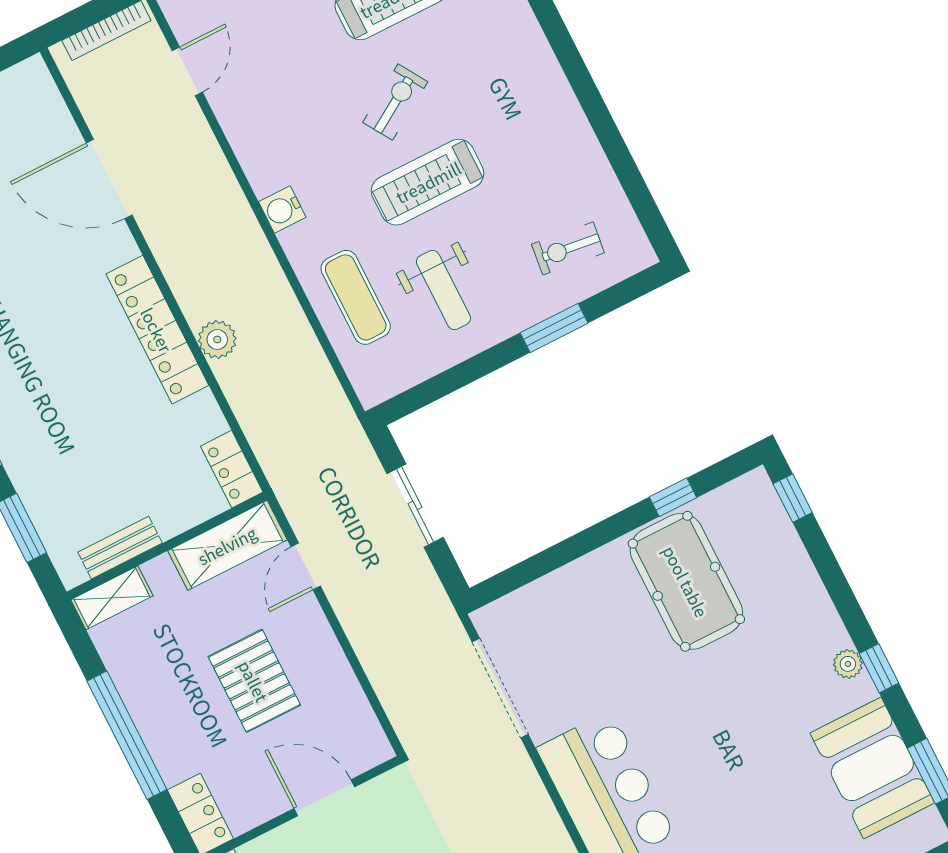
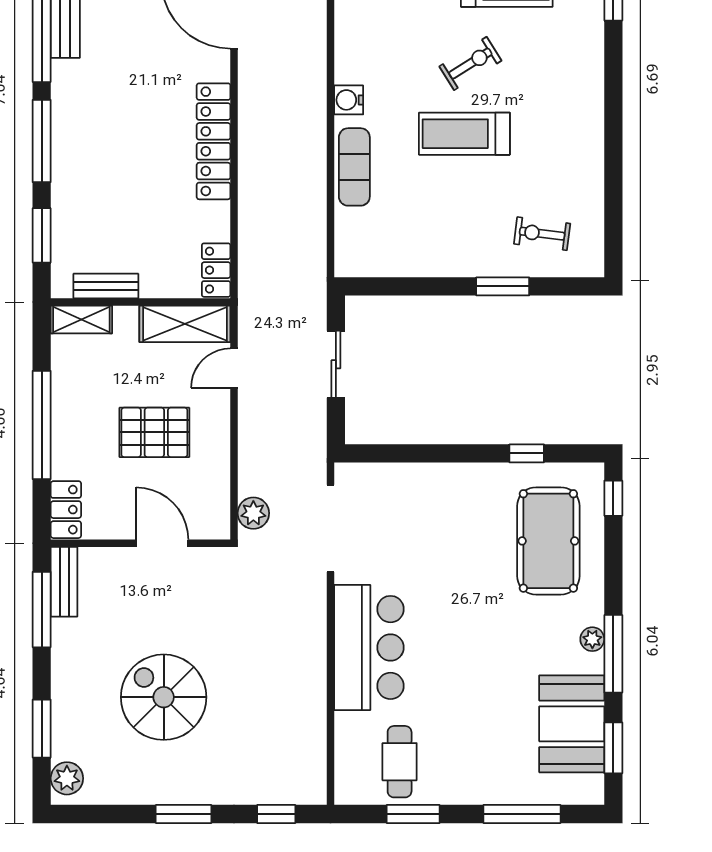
weight bench: (443, 290) -> (436, 218), removed
exercise mat: (356, 297) -> (354, 167), moved
plant: (217, 339) -> (253, 513), moved
pool table: (686, 581) -> (548, 541), moved
window: (879, 668) -> (613, 654), width x2.17
pallet: (254, 681) -> (154, 432), turned 90

